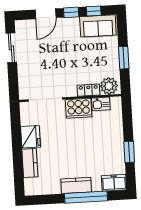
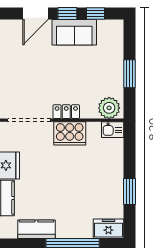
sofa: (98, 26) -> (74, 32), moved
locker: (88, 90) -> (66, 112), moved
kitchen sink: (101, 104) -> (113, 130), moved
kitchen counter: (76, 185) -> (36, 229), moved

